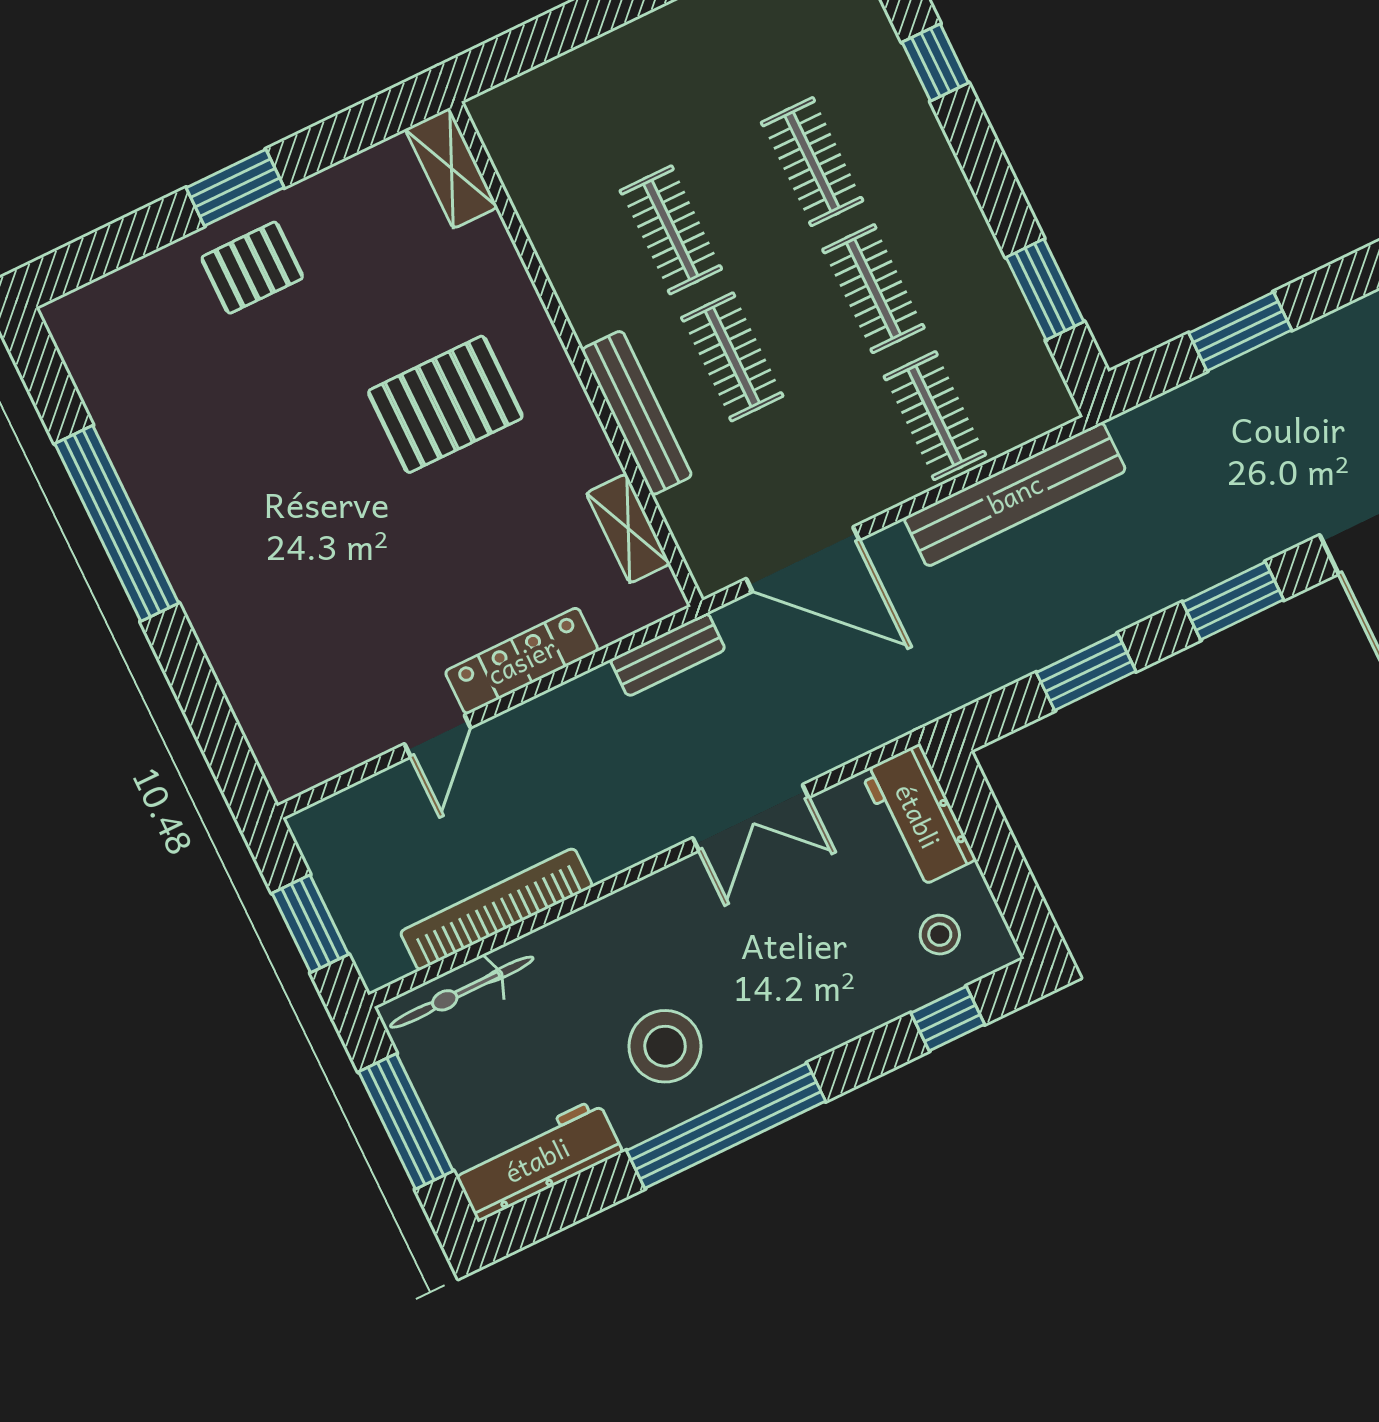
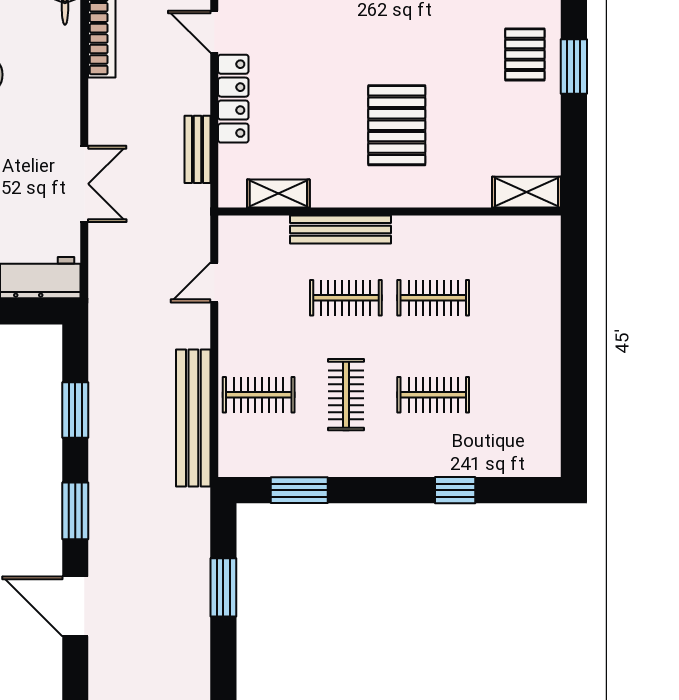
clothes rail: (873, 289) -> (346, 395), turned 90
door: (803, 559) -> (214, 282), width x0.53
bench: (668, 655) -> (197, 149), moved
double door: (751, 818) -> (84, 184), swing flipped

